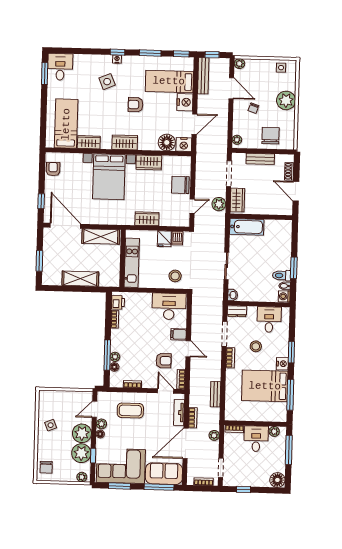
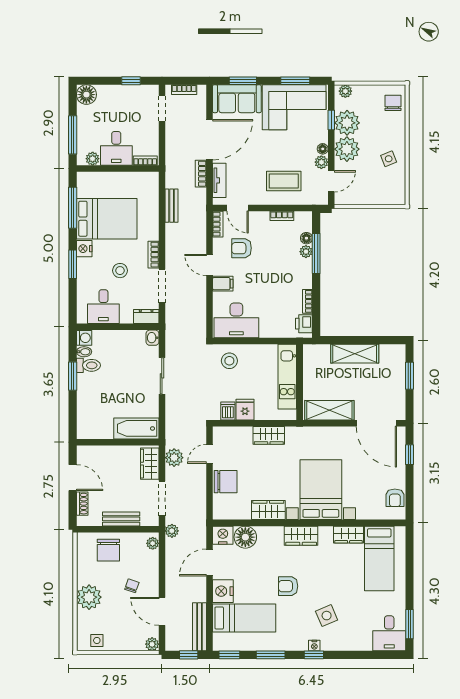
armchair: (136, 105) -> (288, 586), turned 180
plant: (214, 435) -> (172, 531), moved
window: (159, 487) -> (243, 81), width x0.69

